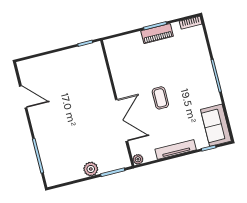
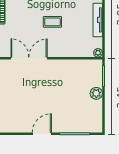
door: (23, 97) -> (42, 134), moved
double door: (122, 120) -> (29, 58), moved

